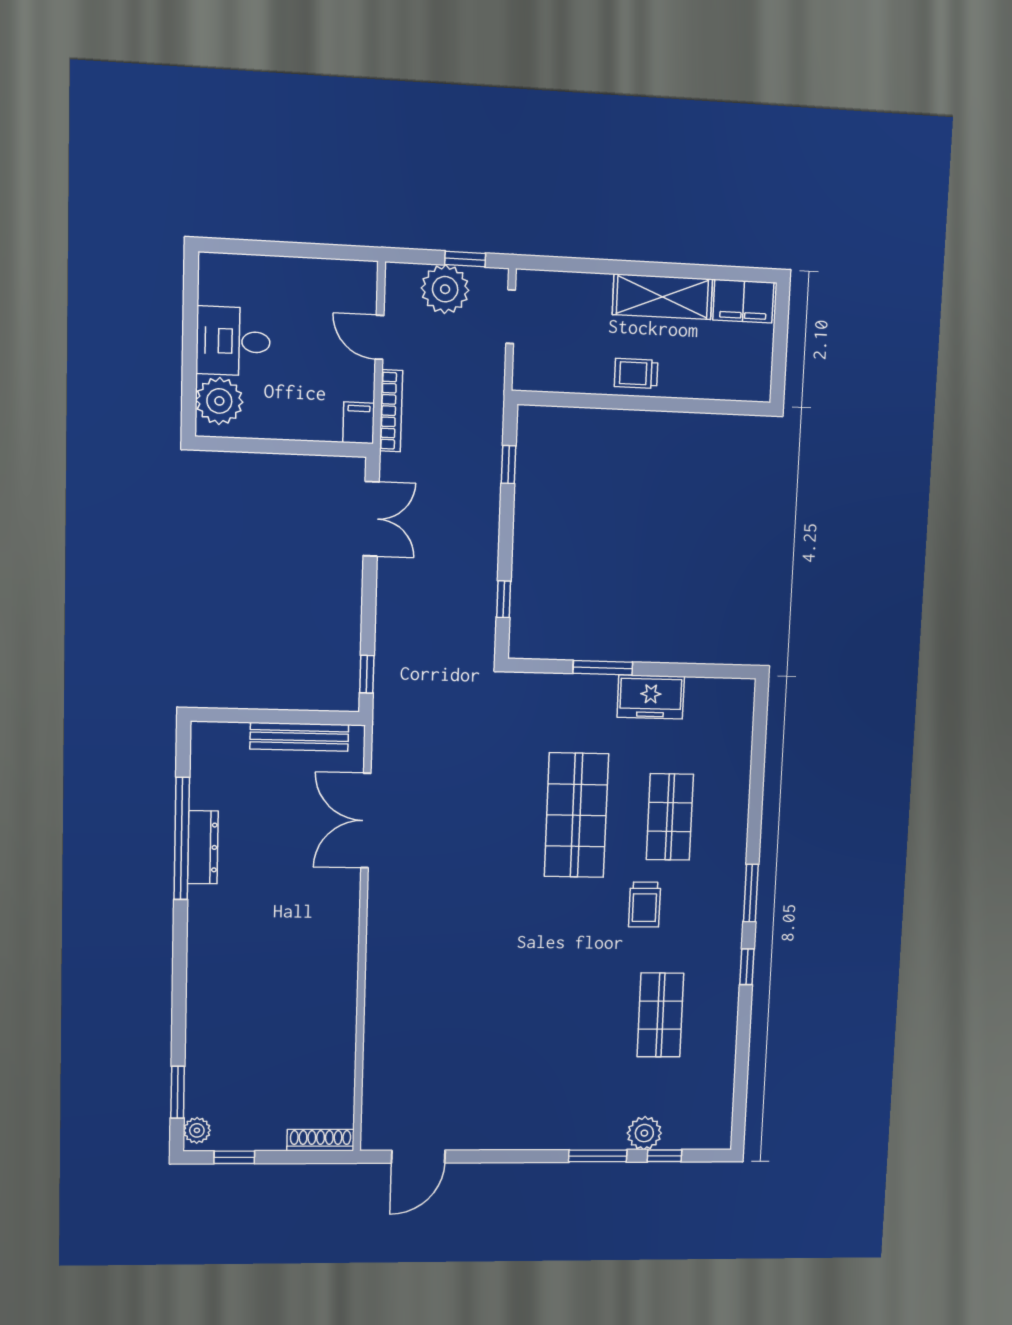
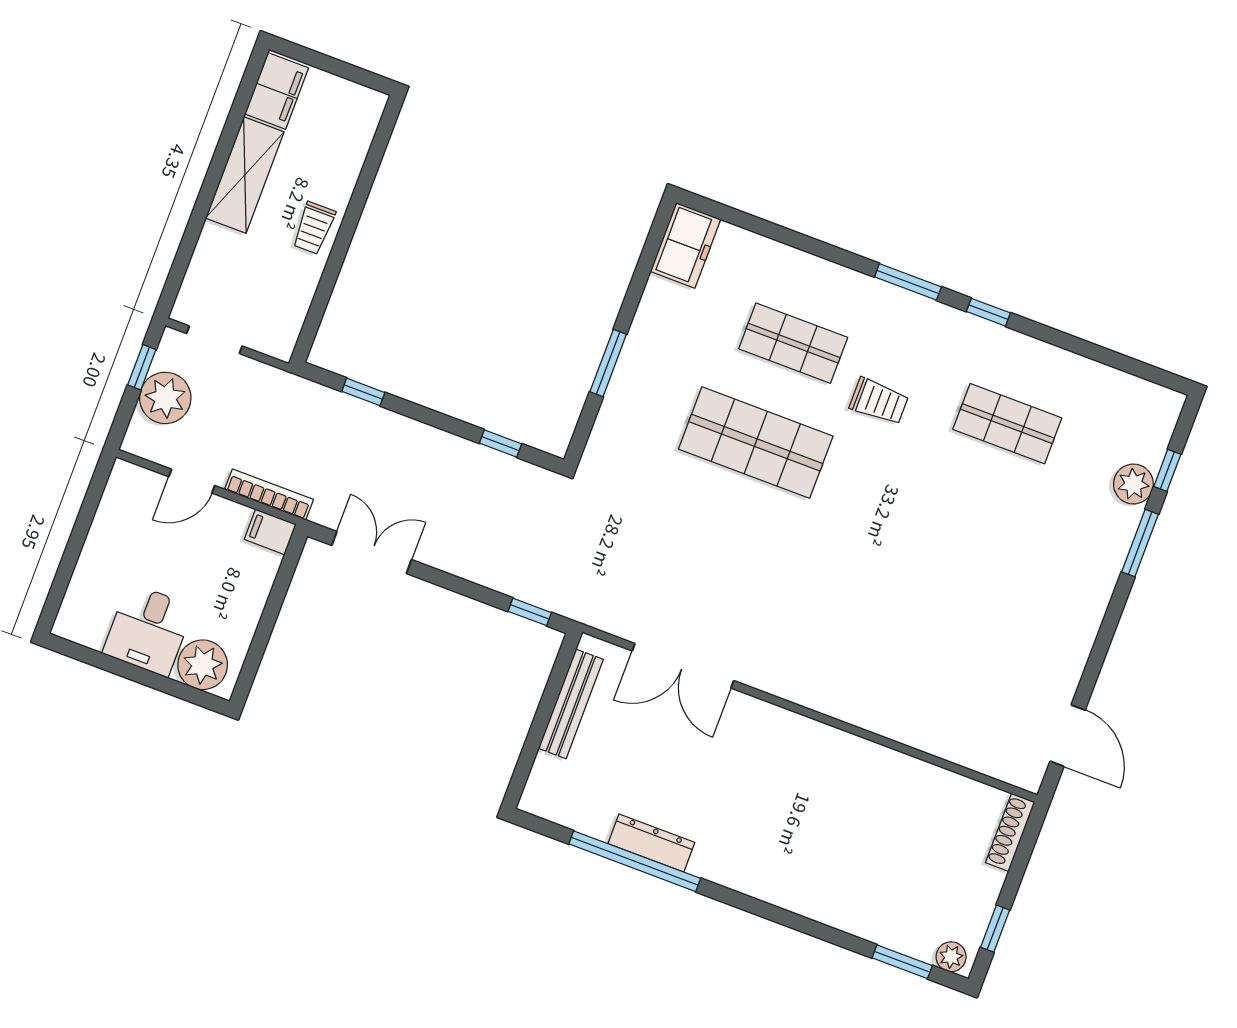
freezer: (651, 697) -> (686, 245), moved

